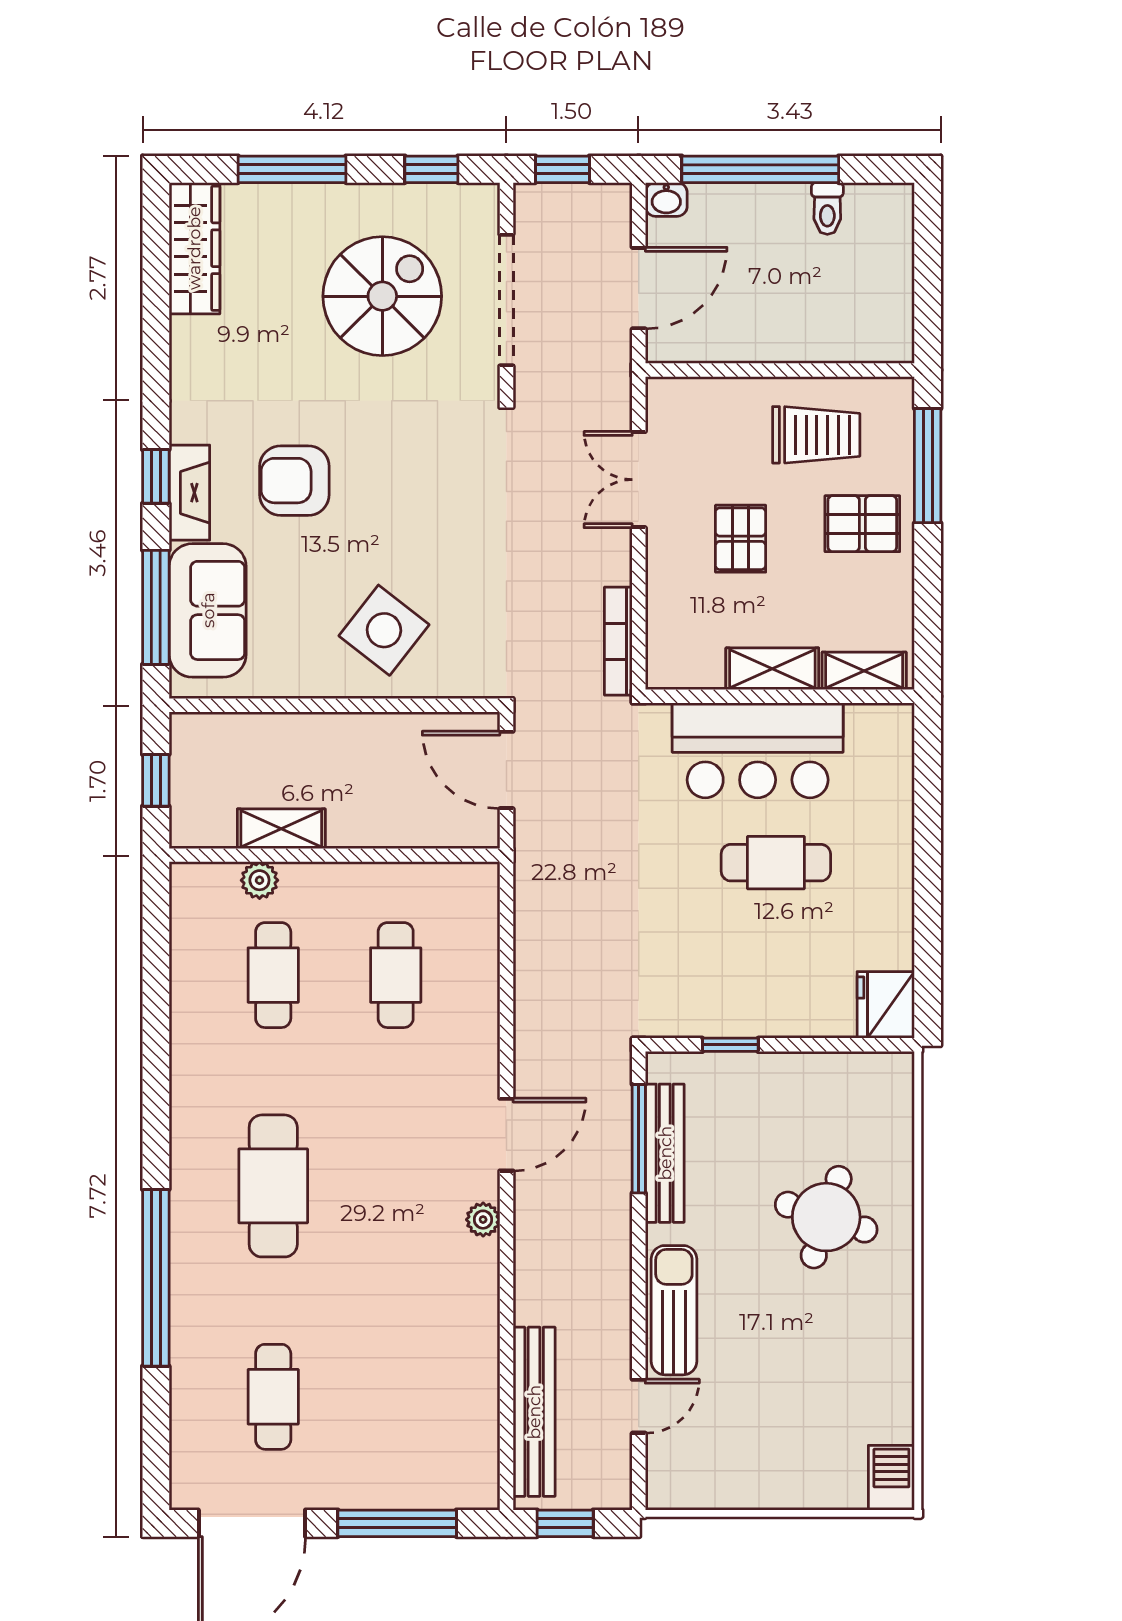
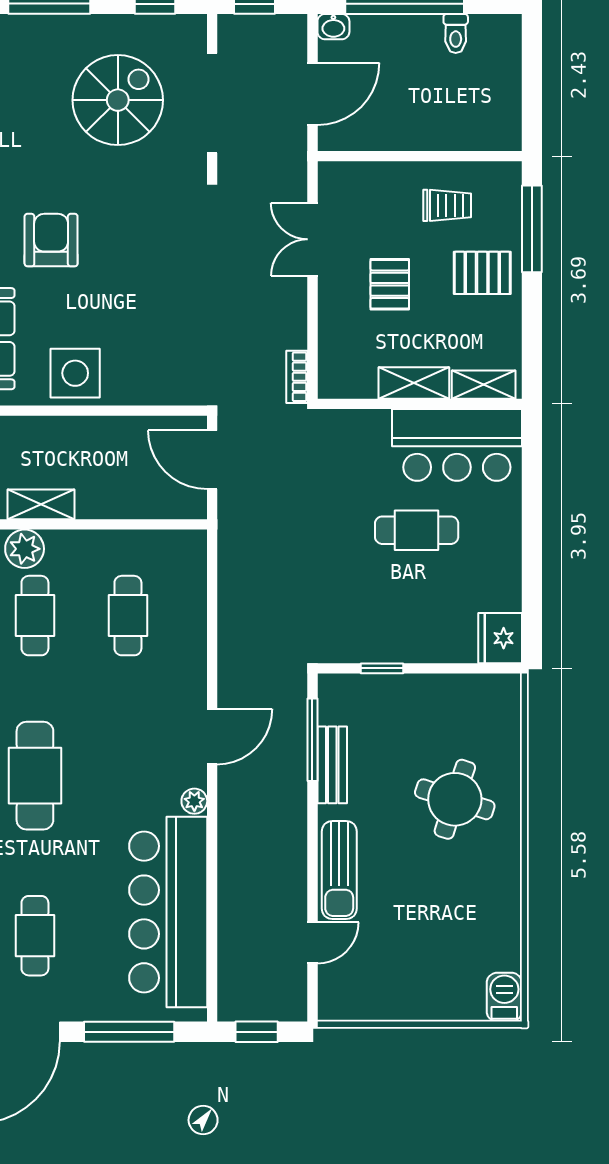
trolley: (816, 435) -> (447, 205), width x0.73, depth x0.72
armchair: (294, 481) -> (51, 240), turned 90
side table: (384, 630) -> (75, 373), moved, turned -38
bookcase: (618, 641) -> (297, 377), width x0.64
bar counter: (758, 750) -> (457, 445), moved
plant: (259, 880) -> (25, 549), width x1.38, depth x1.38
bench: (665, 1153) -> (332, 765), width x0.73
sun lounger: (674, 1310) -> (339, 870), turned 180
bar counter: (449, 1366) -> (168, 912), added
bench: (534, 1412) -> (233, 947), removed

